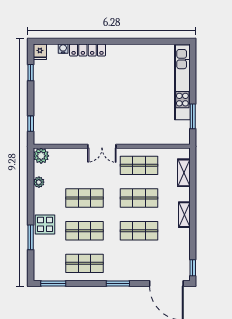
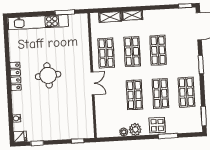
locker: (88, 50) -> (15, 76), moved
round table: (115, 91) -> (48, 75), added
plant: (41, 156) -> (135, 129), moved
shelving: (184, 215) -> (132, 15), moved

